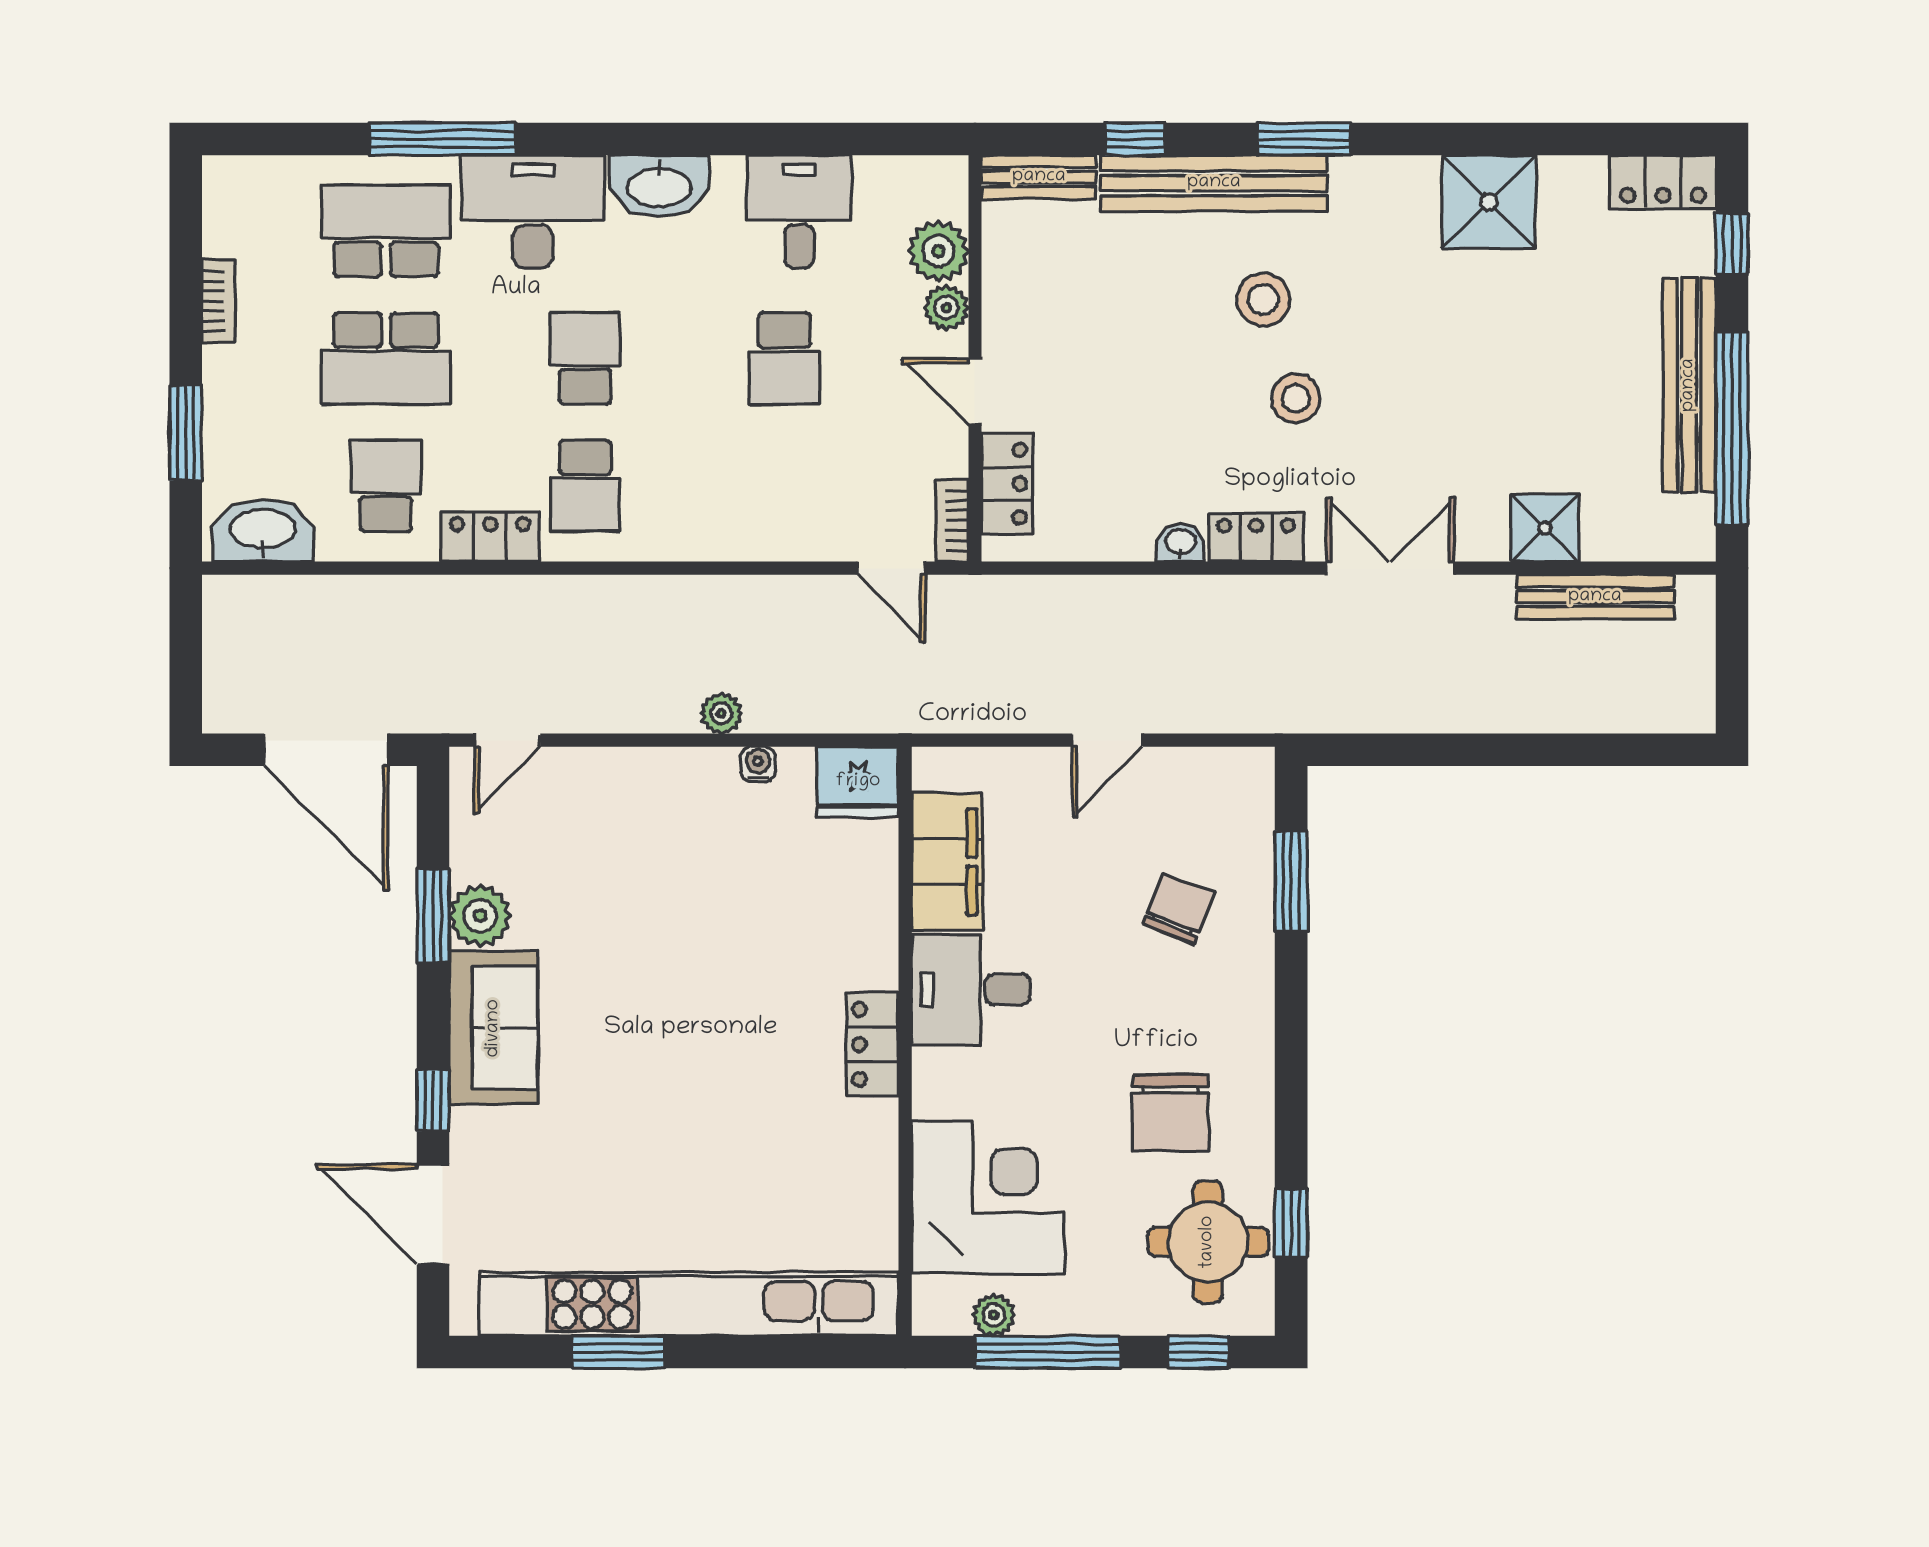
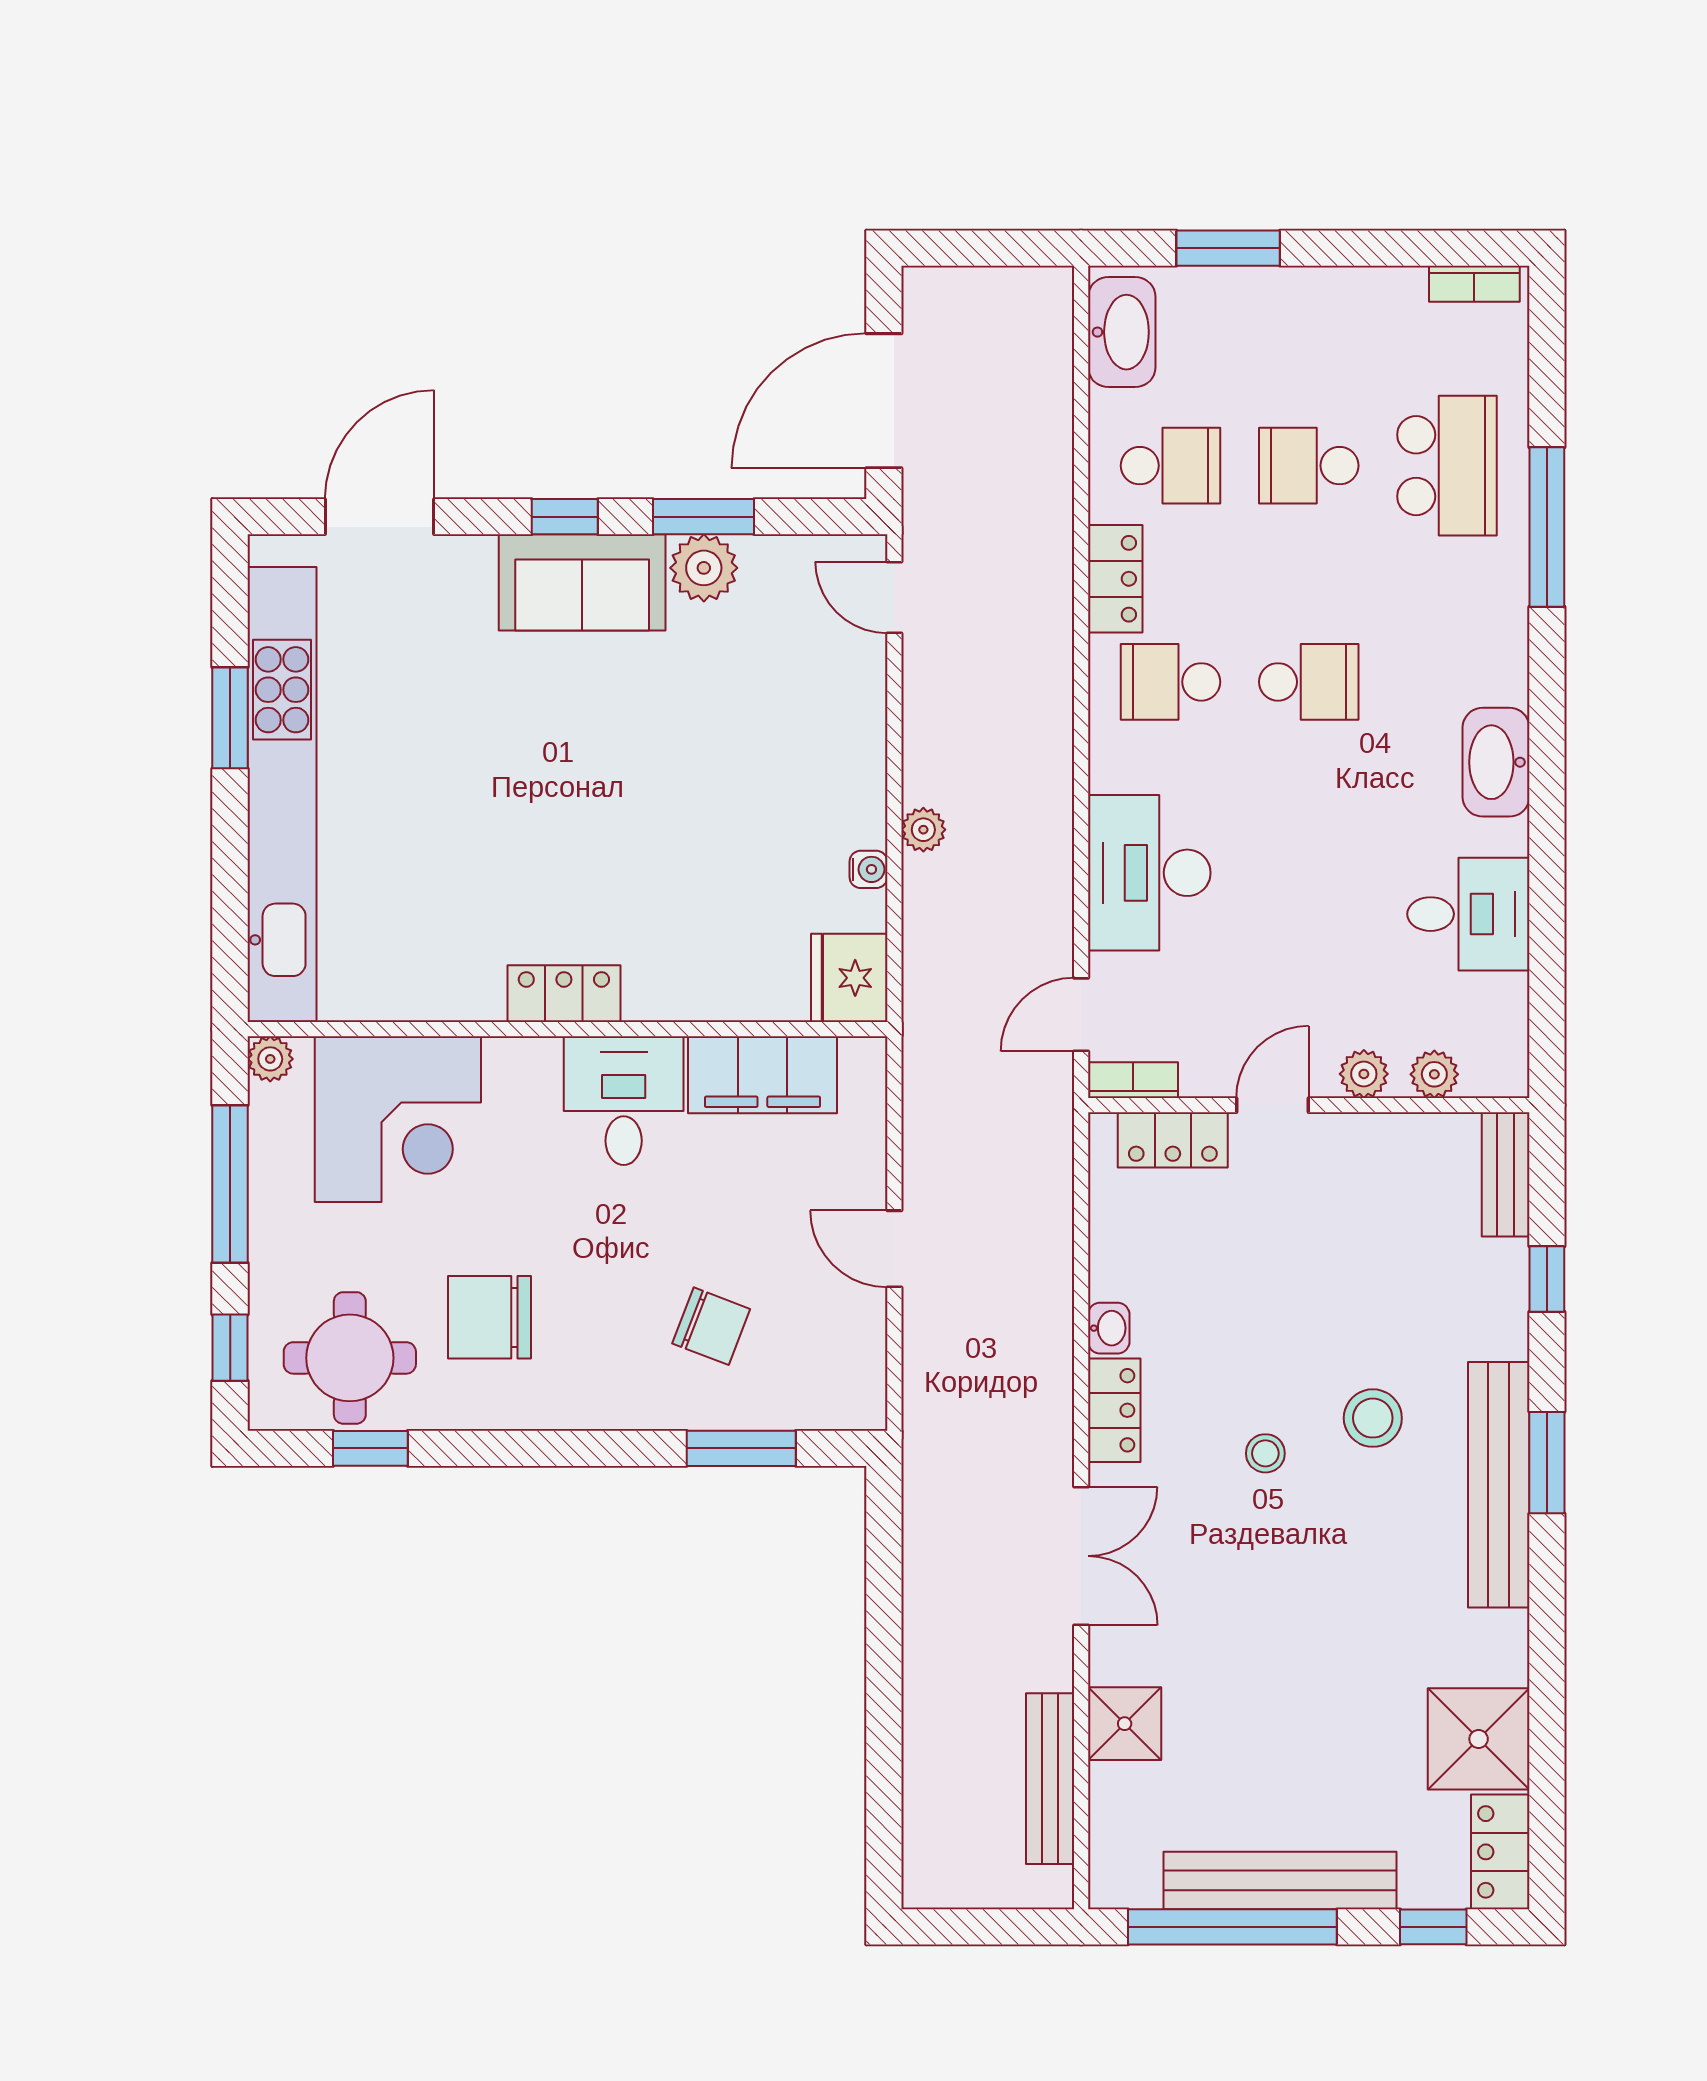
bench: (1214, 183) -> (1499, 1485), moved
shower: (1489, 202) -> (1479, 1739), moved
desk: (533, 212) -> (1149, 873), moved, turned 180
plant: (938, 251) -> (1434, 1074), width x0.73, depth x0.73
bookcase: (218, 301) -> (1474, 284), moved
school desk: (386, 358) -> (1309, 466), width x0.54
school desk: (784, 358) -> (1309, 898), removed
stool: (1296, 398) -> (1265, 1453), width x0.73, depth x0.73
window: (433, 1101) -> (565, 517), moved
plant: (994, 1315) -> (270, 1059), moved

